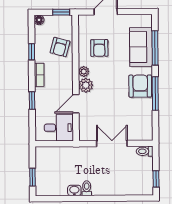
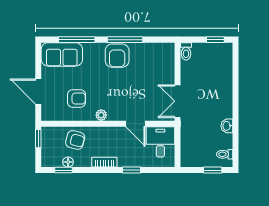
floor lamp: (39, 20) -> (68, 162), moved
sofa: (141, 47) -> (62, 54), moved
window: (32, 52) -> (64, 170), moved
plant: (86, 85) -> (116, 113), removed
armchair: (140, 86) -> (117, 56), turned -90
double door: (112, 143) -> (177, 101), moved
toilet: (87, 188) -> (225, 154), moved

